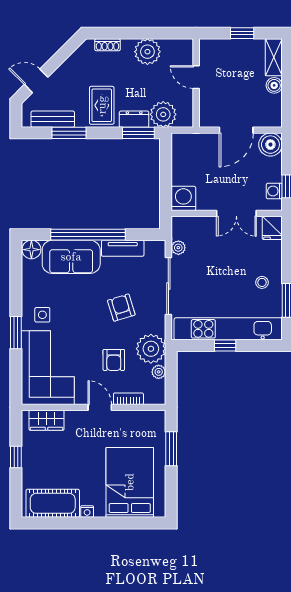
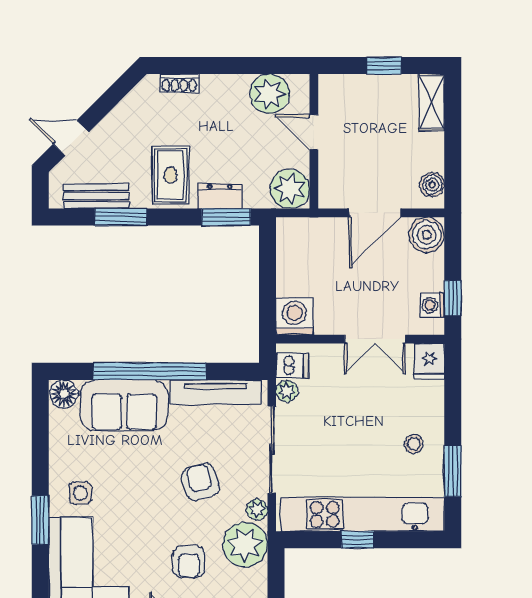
plant: (147, 52) -> (270, 94), moved
boiler: (274, 85) -> (432, 185), moved
plant: (163, 114) -> (290, 189), moved
dishwasher: (182, 231) -> (292, 366), added
tv unit: (123, 248) -> (216, 392), width x1.41
plant: (159, 372) -> (257, 510), moved

